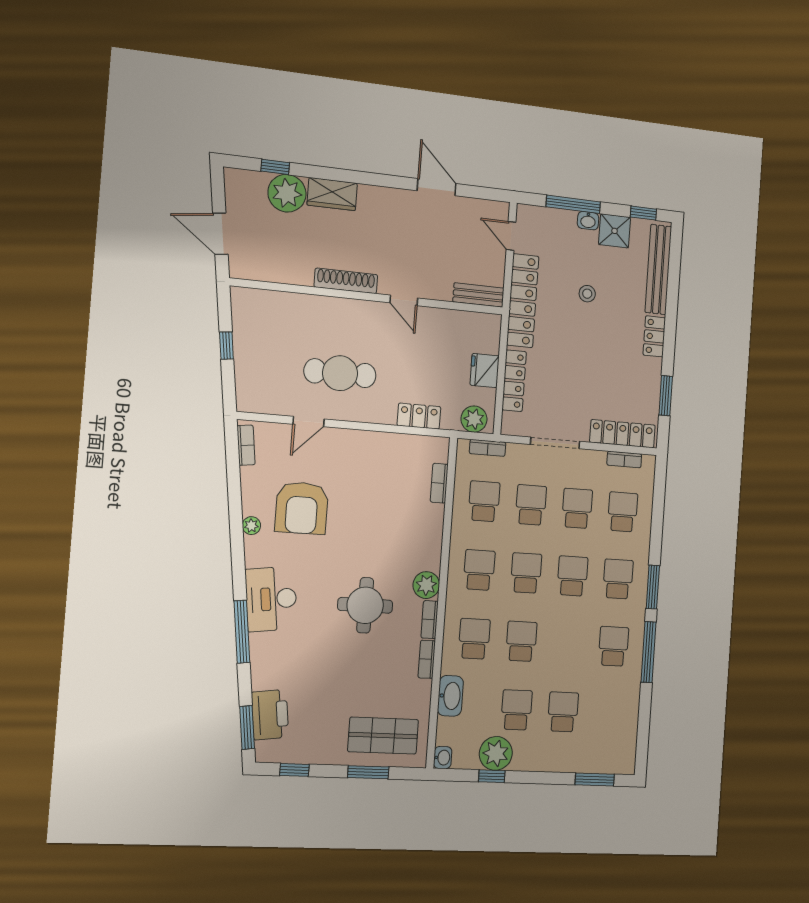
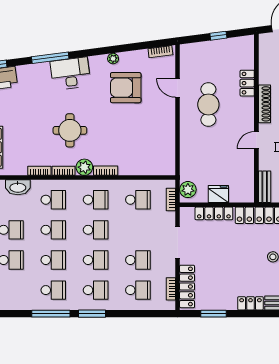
locker: (419, 416) -> (247, 83), moved, turned 180
bookcase: (439, 483) -> (106, 171), moved
school desk: (531, 505) -> (53, 260), moved

